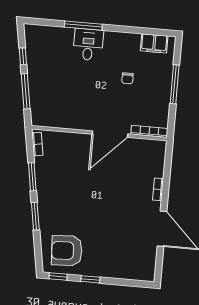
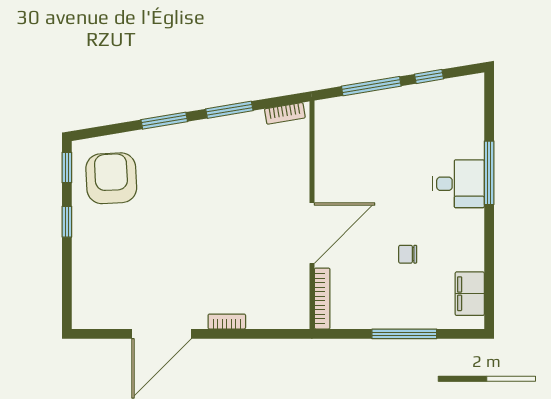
door: (110, 134) -> (312, 233), swing flipped

